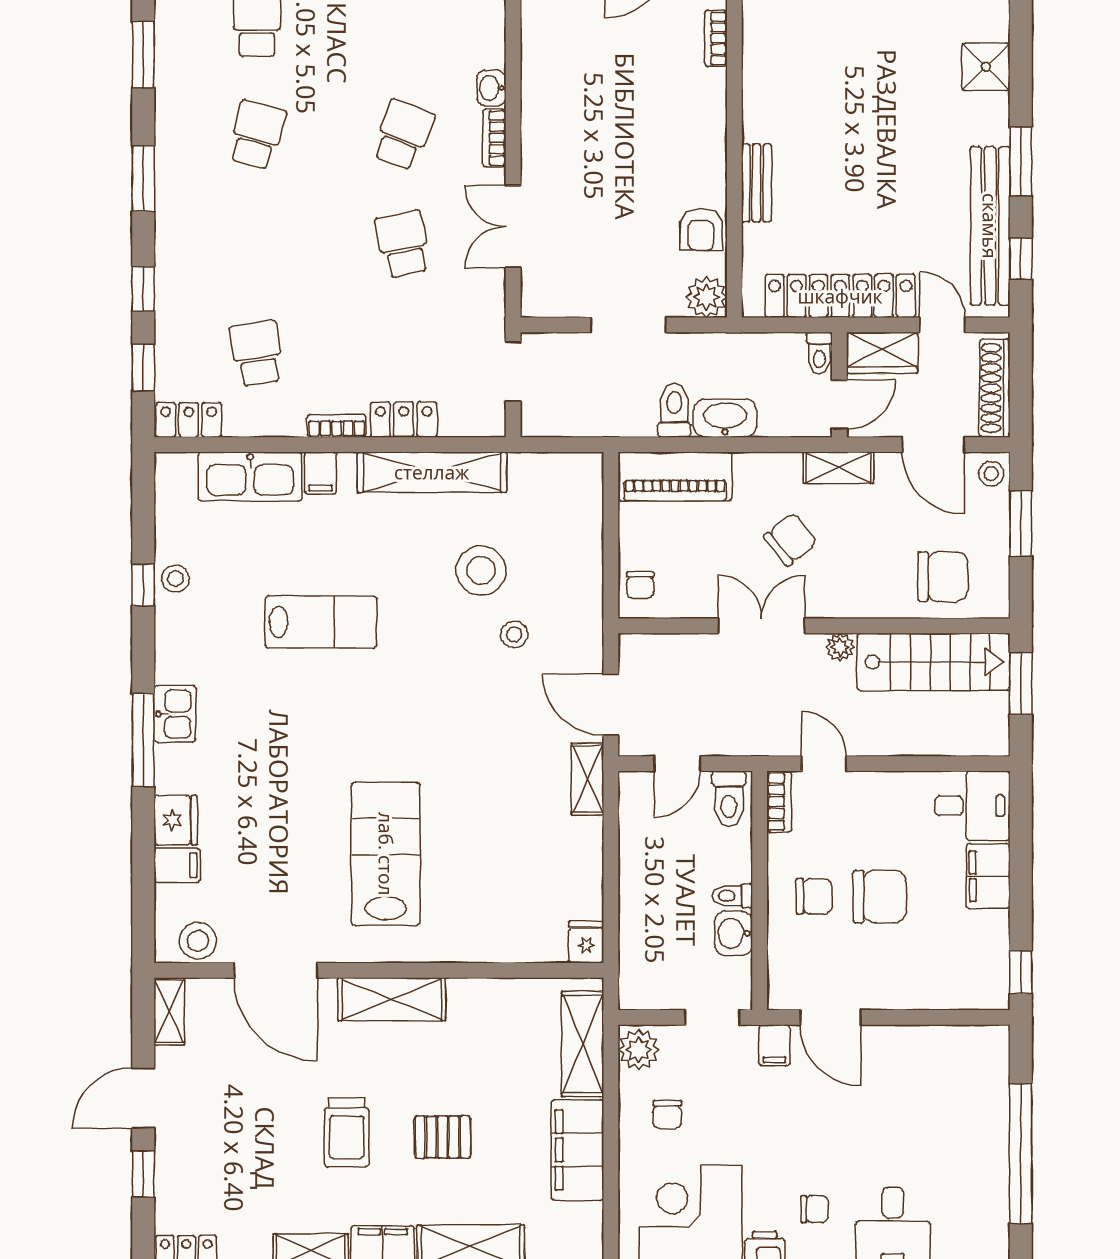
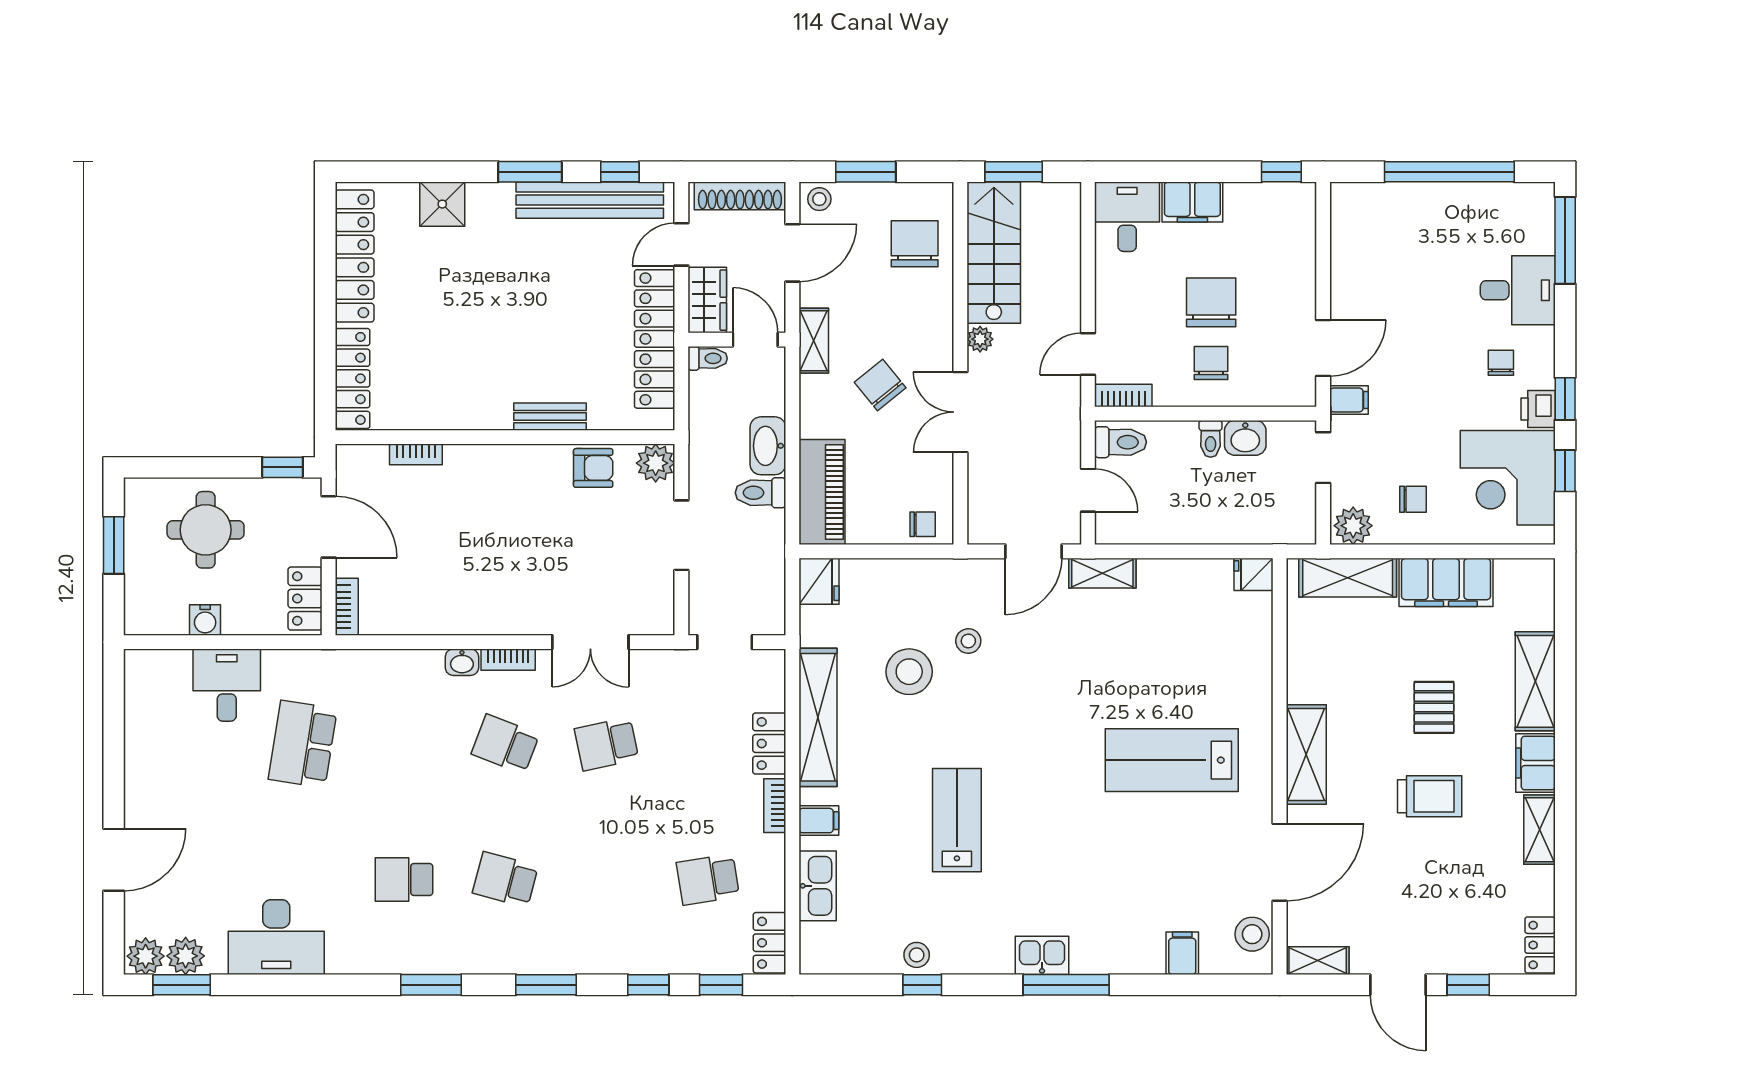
kitchen sink: (250, 477) -> (818, 886), width x0.73, depth x0.81
fridge: (176, 820) -> (819, 581), moved, turned 90

